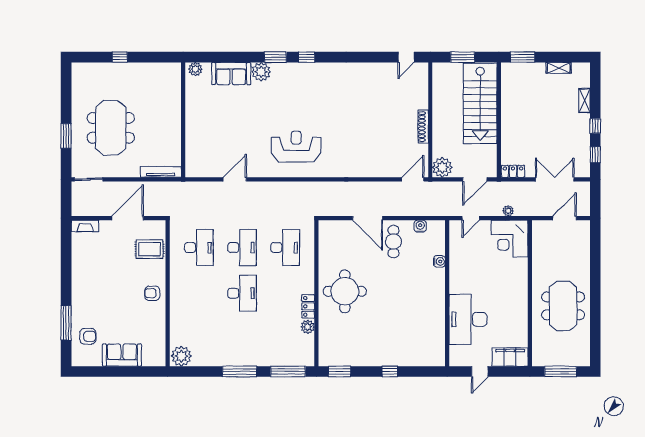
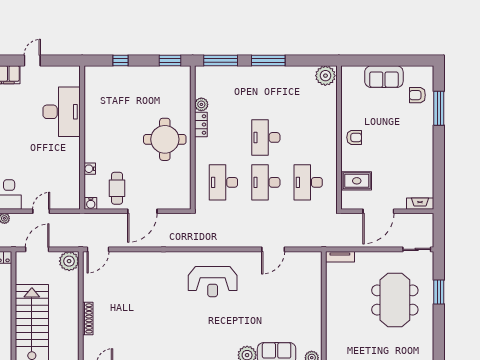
shoe rack: (423, 127) -> (88, 318), moved
tv unit: (161, 172) -> (340, 257), width x0.71
door: (368, 218) -> (142, 211), swing flipped
water cooler: (439, 261) -> (90, 169), moved
wall: (447, 293) -> (82, 137), moved
desk: (468, 319) -> (62, 112), moved

